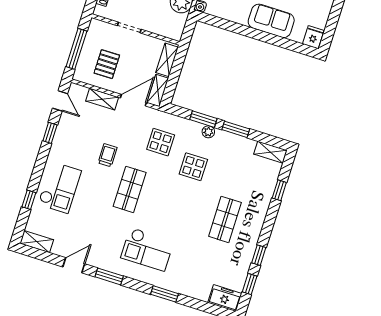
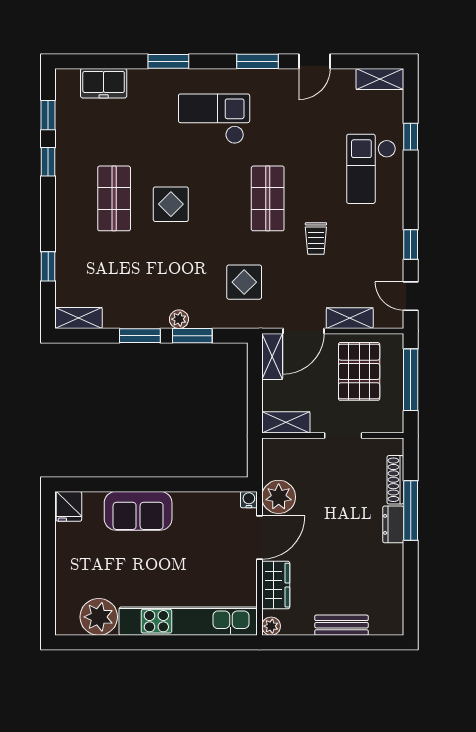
shelving: (167, 60) -> (286, 422), moved, turned 90
pallet: (107, 64) -> (359, 371), width x1.50, depth x1.42
display table: (193, 167) -> (171, 204), moved
freezer: (225, 298) -> (104, 83), moved

